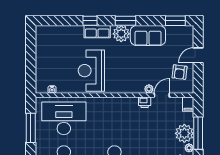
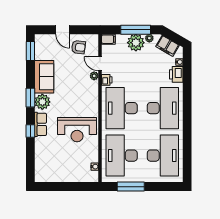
desk: (114, 118) -> (122, 108), added

